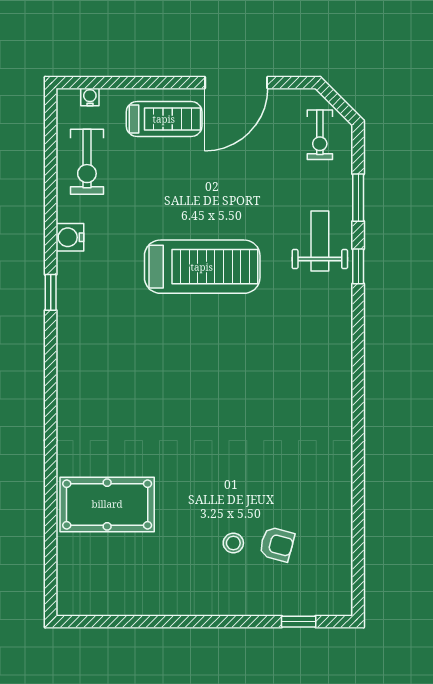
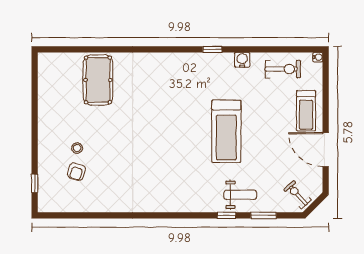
water cooler: (90, 97) -> (318, 57), moved
exercise bike: (320, 135) -> (298, 195), turned 48
exercise bike: (87, 162) -> (283, 69), turned 180

